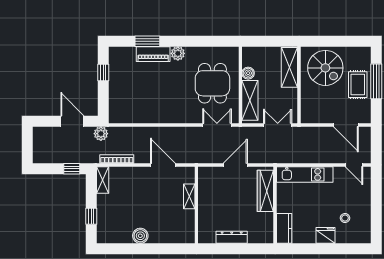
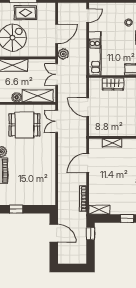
door: (72, 121) -> (54, 233), swing flipped
door: (346, 125) -> (57, 34), moved
plant: (101, 134) -> (63, 54), moved
wardrobe: (265, 191) -> (113, 84), width x0.67

